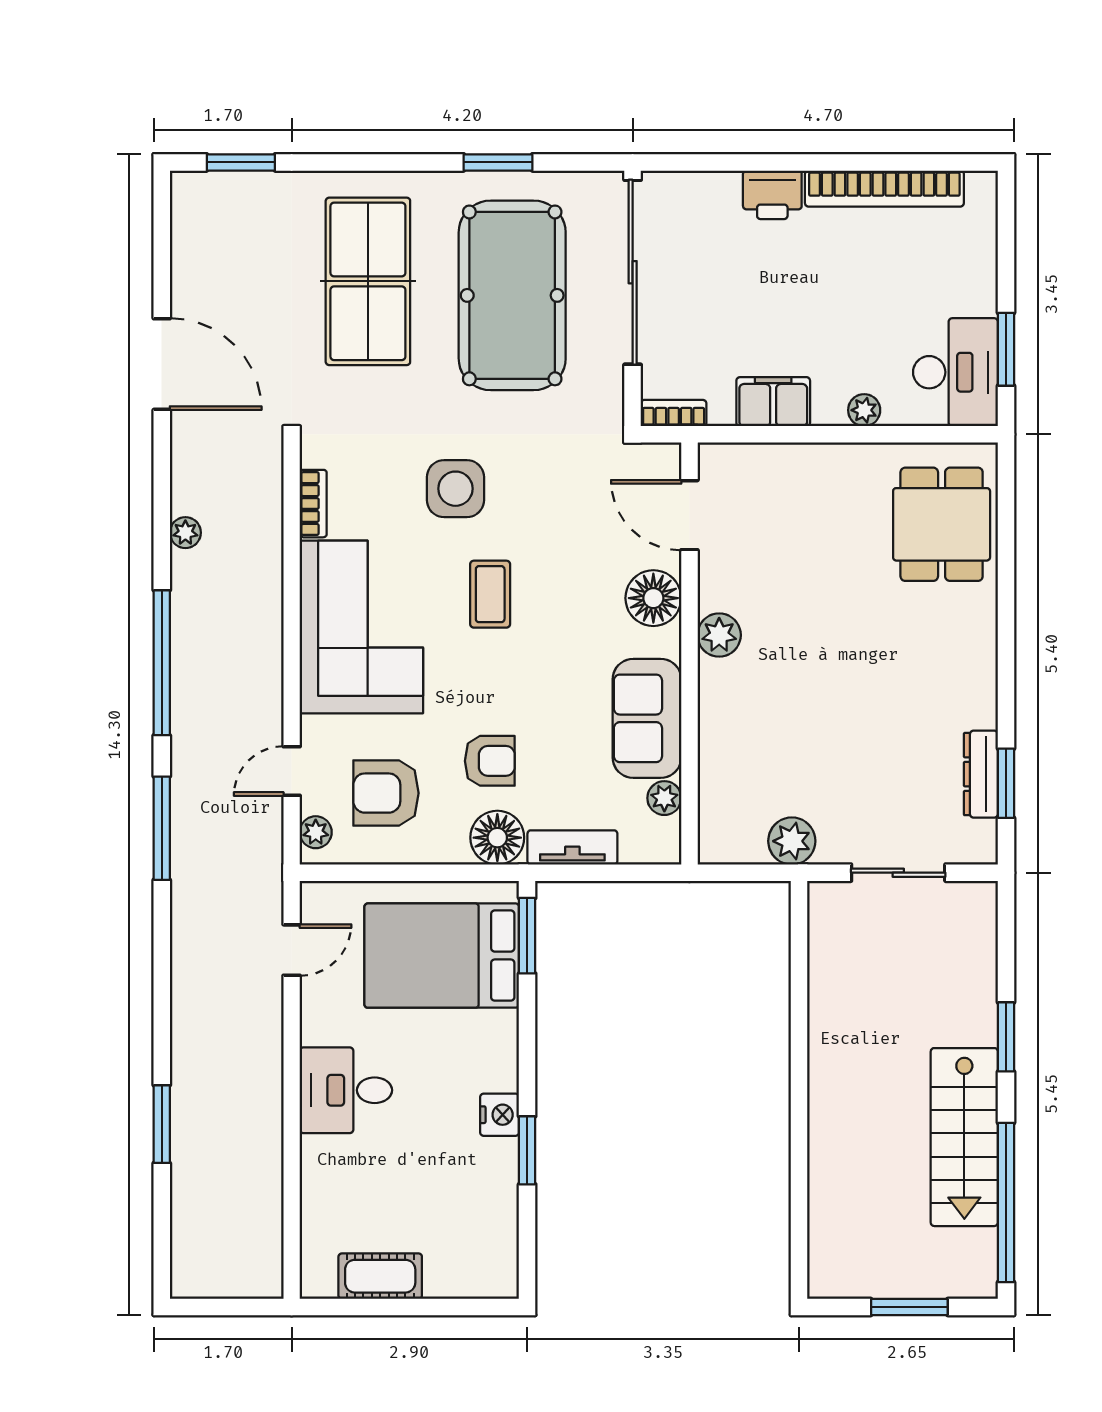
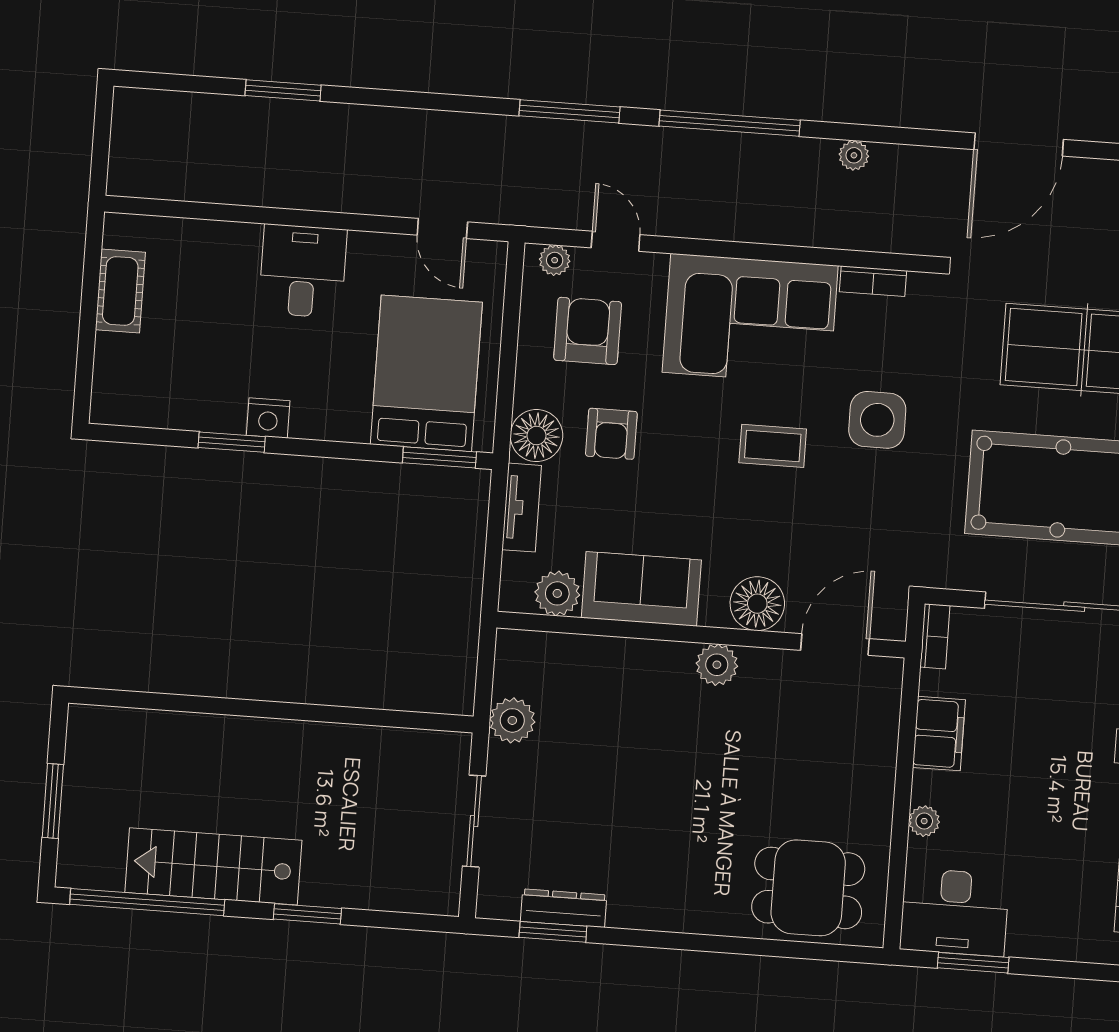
plant: (664, 798) -> (557, 593), width x1.38, depth x1.38

